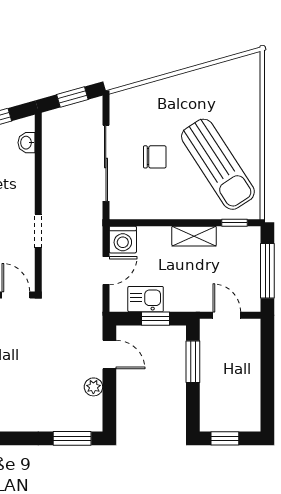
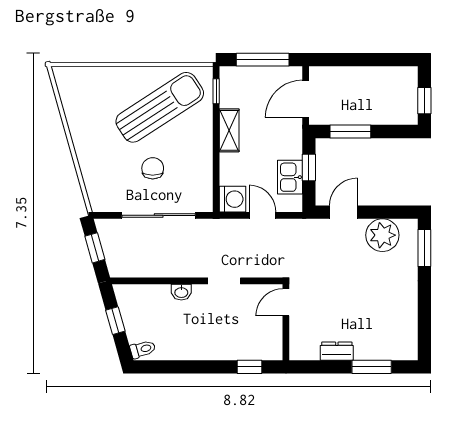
washbasin: (27, 143) -> (181, 292), moved
door: (227, 315) -> (306, 99), width x1.38
plant: (93, 387) -> (382, 235), width x1.88, depth x1.88

